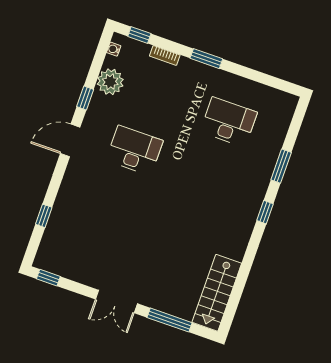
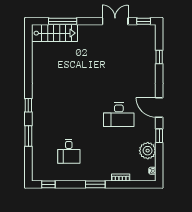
window: (139, 35) -> (48, 184), moved
desk: (229, 122) -> (69, 151), width x0.73
door: (70, 140) -> (159, 107), swing flipped
stairs: (217, 293) -> (54, 33), moved, turned 90
double door: (116, 301) -> (115, 21), moved

